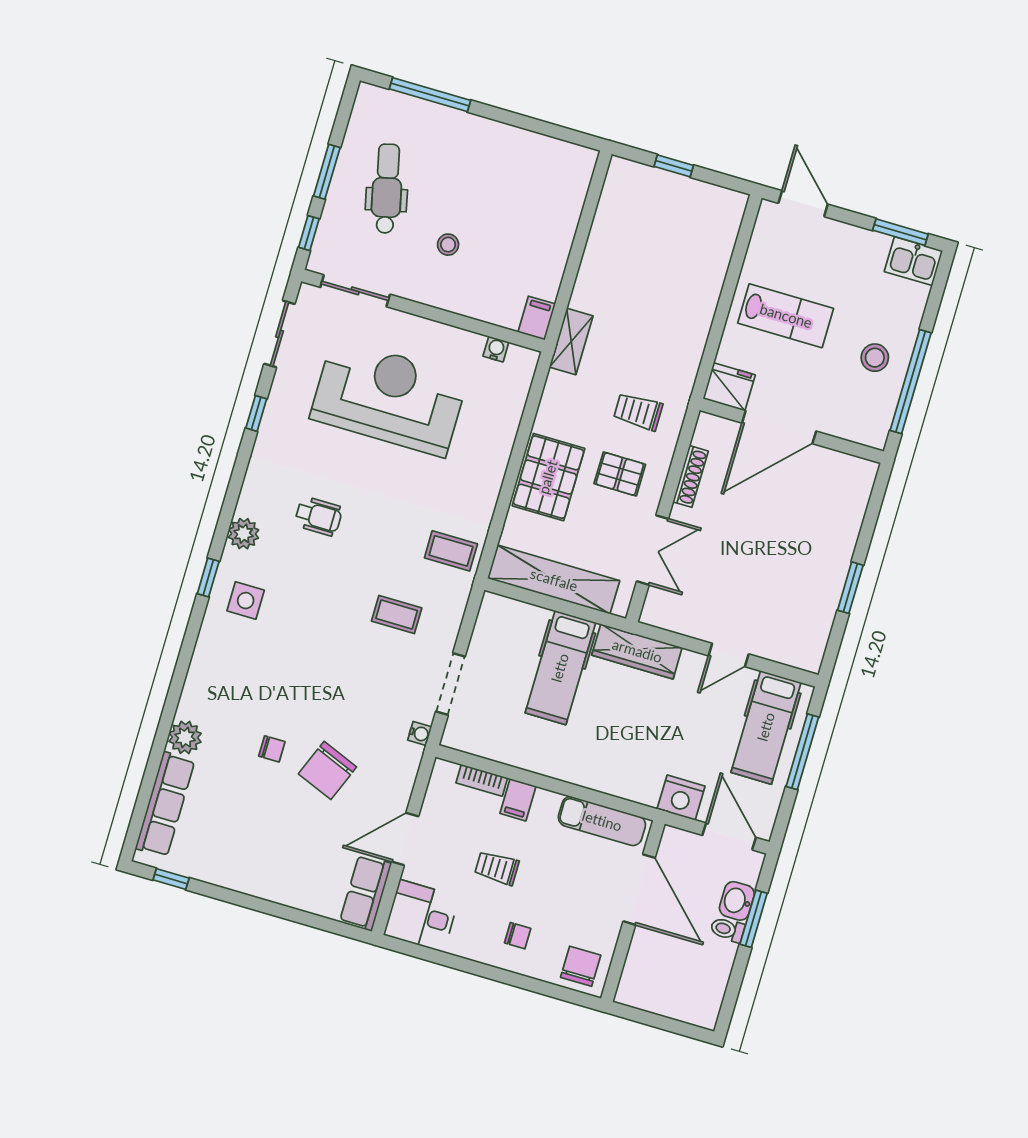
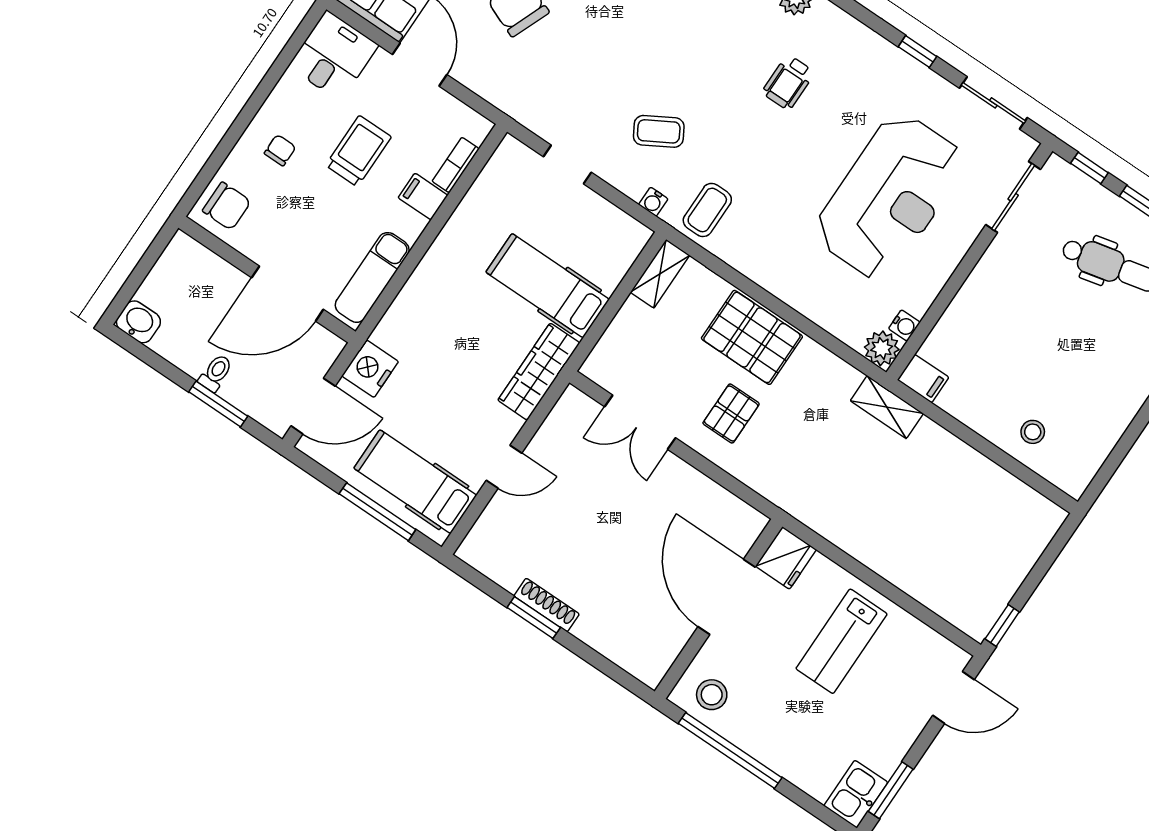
window: (674, 166) -> (1002, 625), moved
stool: (448, 245) -> (1033, 432), moved
stool: (875, 358) -> (712, 695), moved
plant: (522, 362) -> (882, 348), added
trolley: (638, 412) -> (791, 454), removed
shoe rack: (691, 476) -> (547, 605), moved, turned 180
shelving: (554, 580) -> (660, 274), width x0.45, depth x0.75
coffee table: (397, 614) -> (659, 131), turned 60
door: (729, 655) -> (504, 467), swing flipped
doorway: (450, 684) -> (567, 164), width x0.73
water cooler: (420, 733) -> (653, 202), moved
trolley: (497, 868) -> (358, 151), width x1.36, depth x1.39
washbasin: (737, 901) -> (138, 322), moved
chair: (518, 936) -> (280, 150), turned 180

